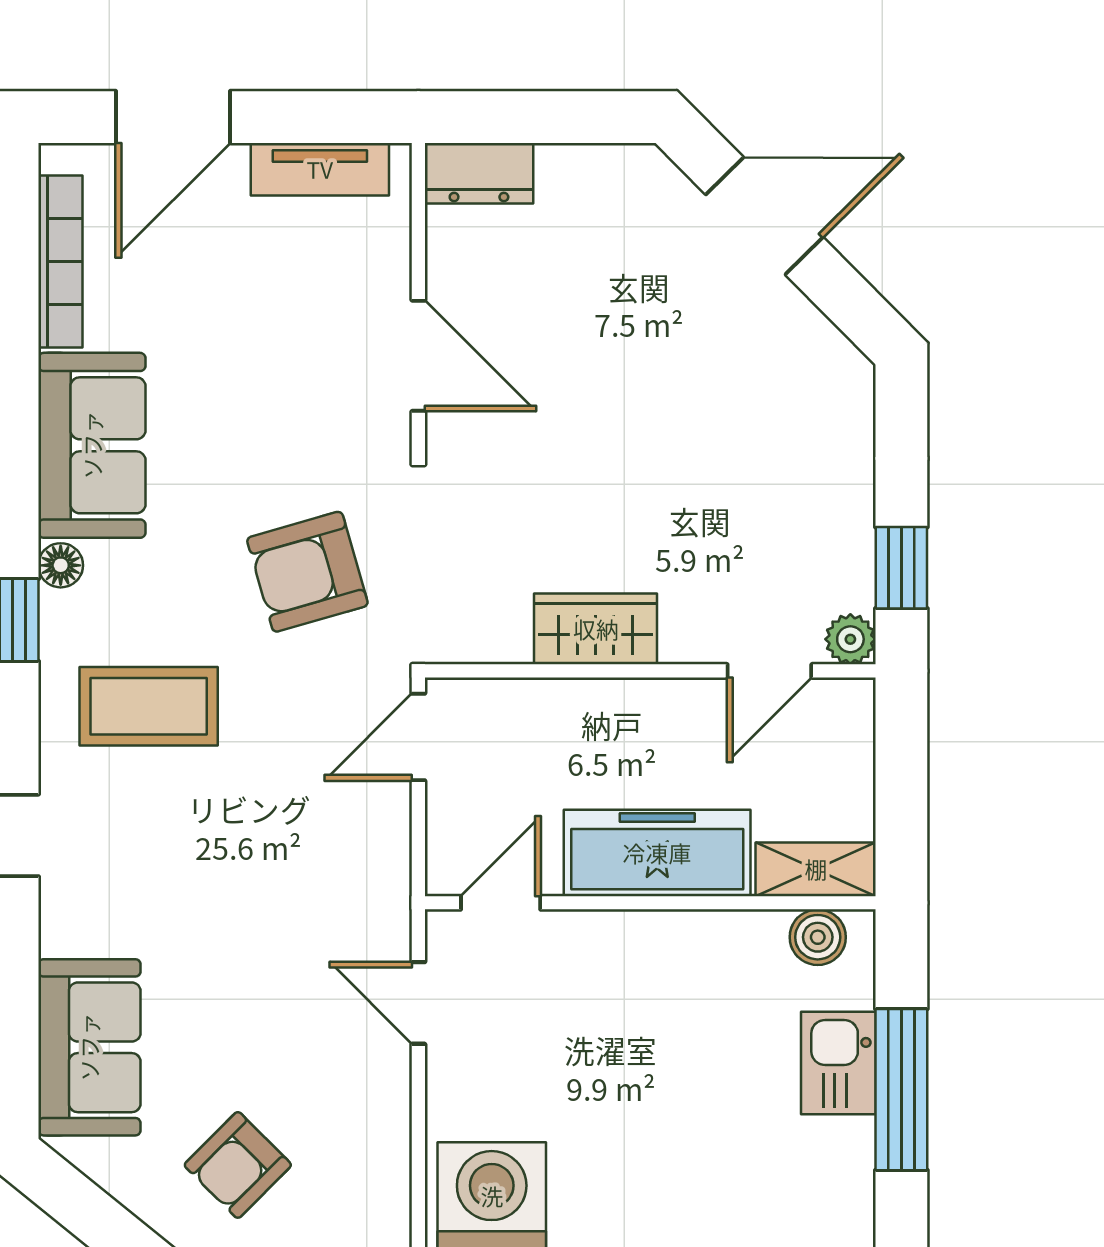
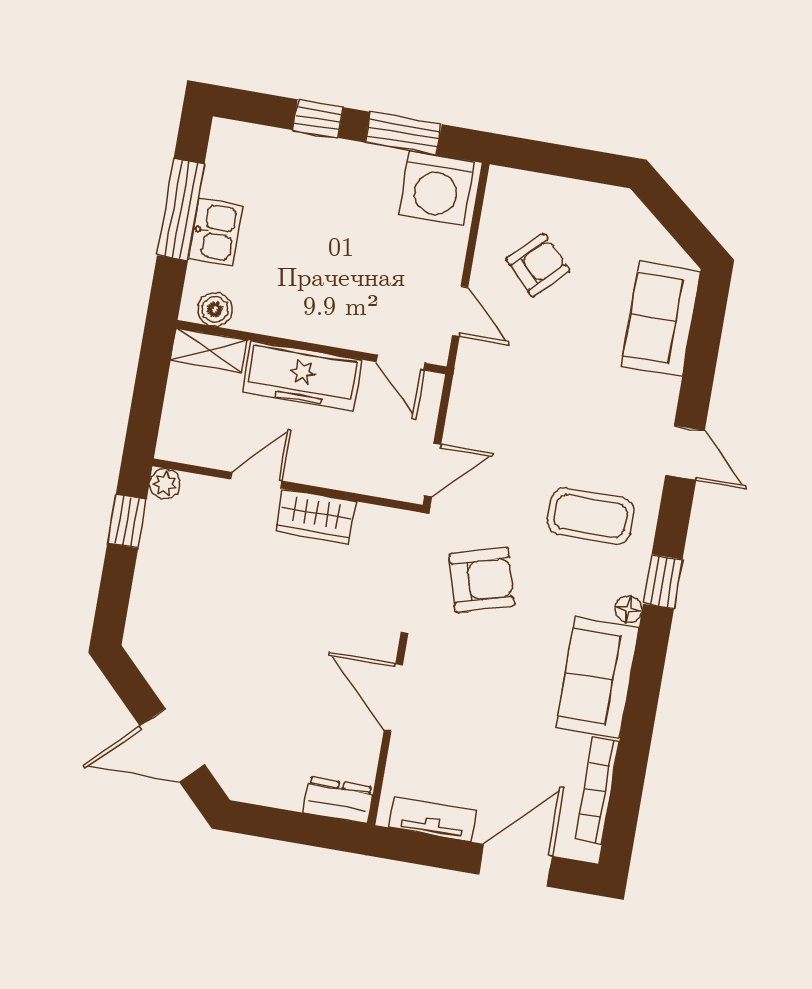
door: (769, 671) -> (256, 480), moved
door: (501, 903) -> (401, 363), hinge flipped
armchair: (238, 1165) -> (538, 265), moved

